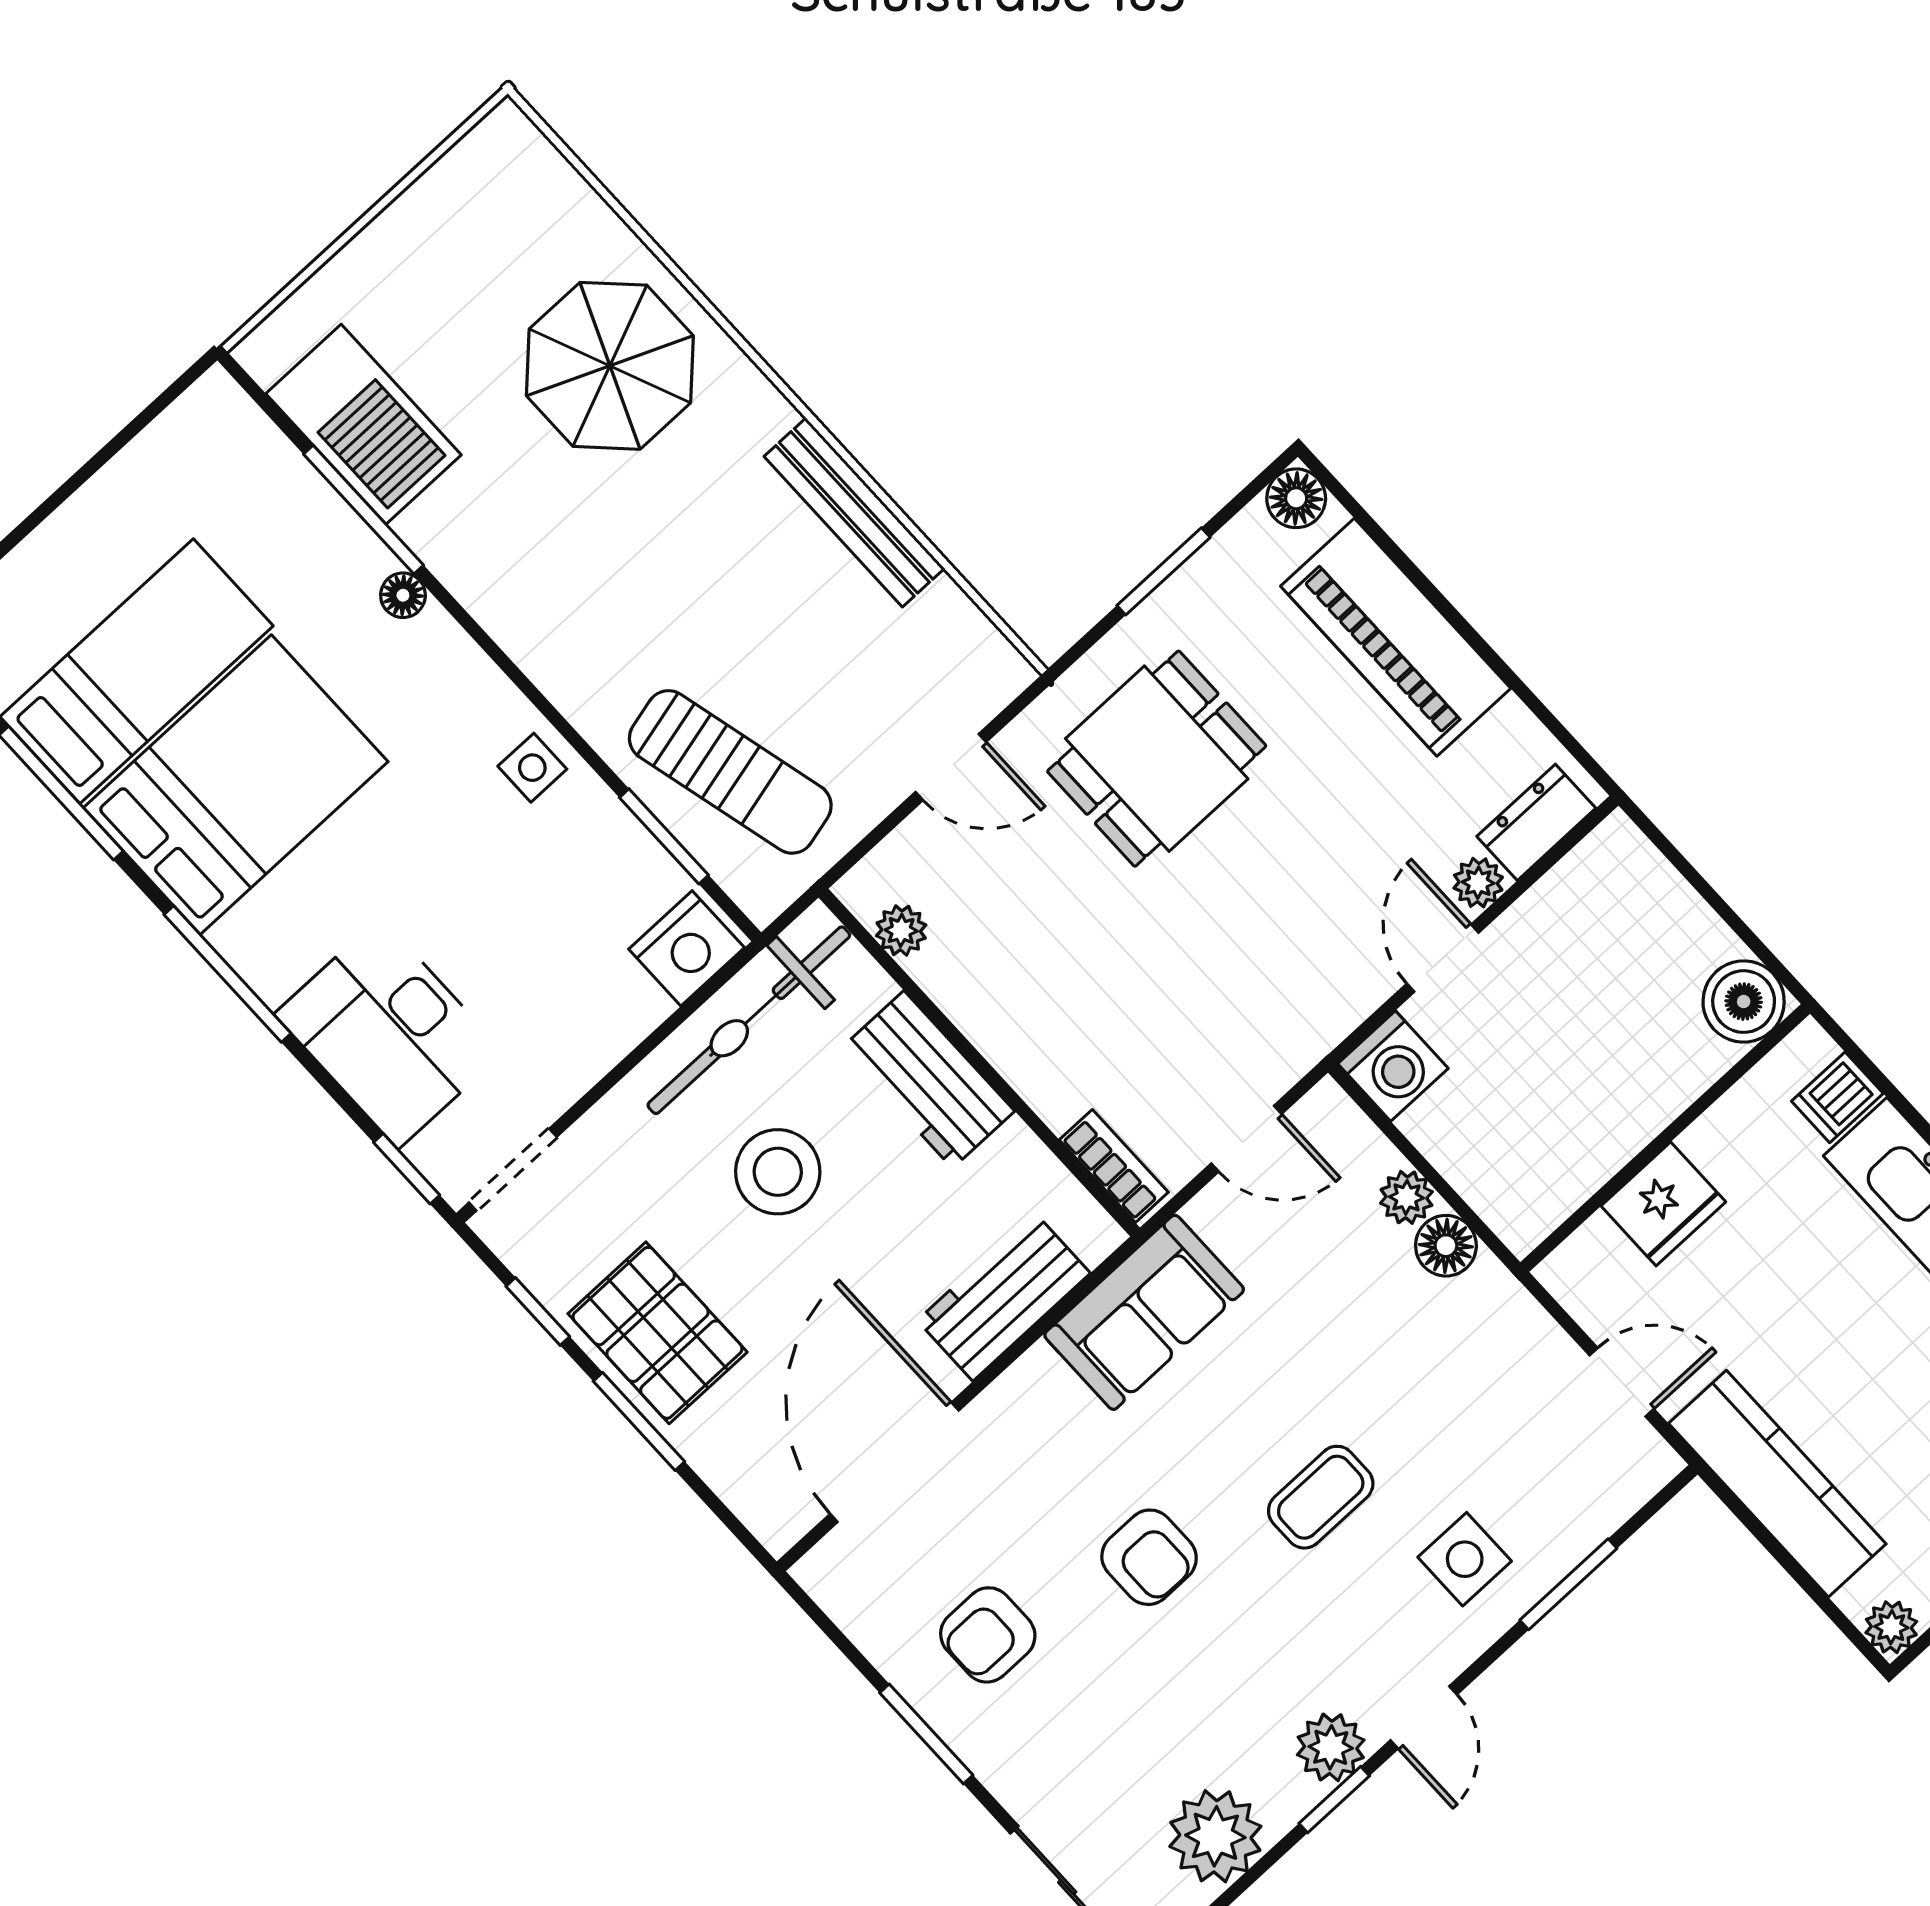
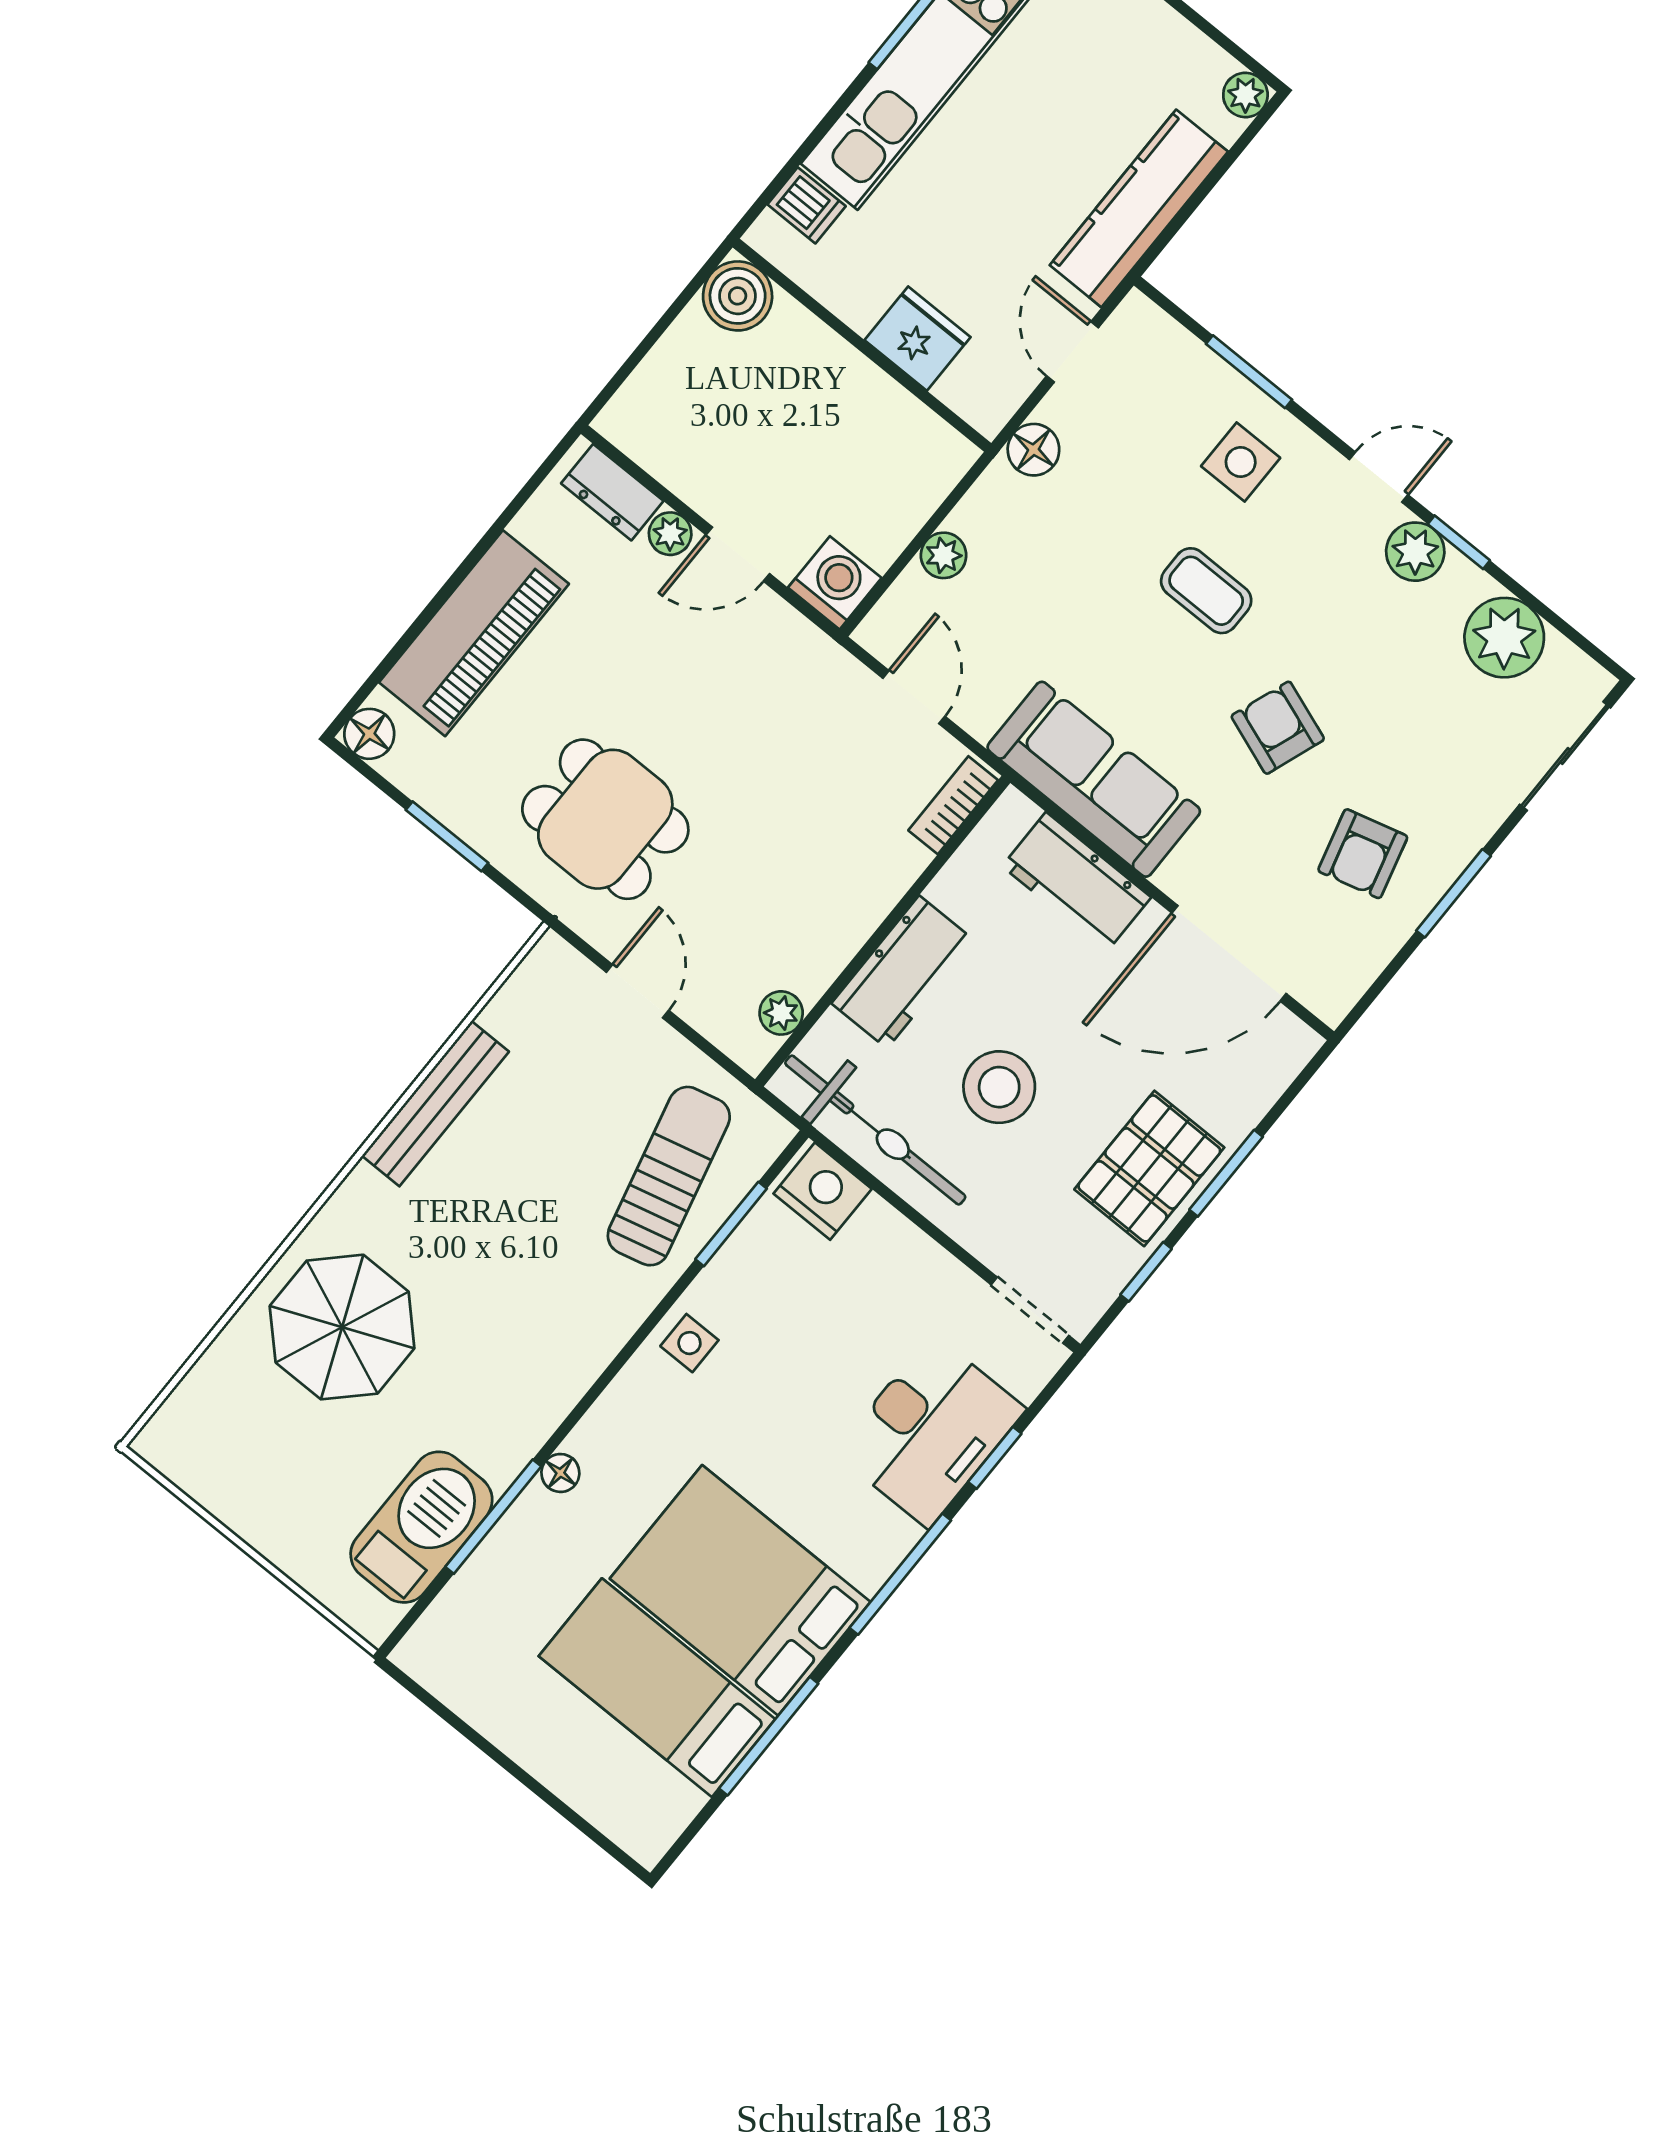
window: (407, 1169) -> (995, 1458), moved
floor lamp: (1446, 1246) -> (1033, 450), moved
sofa: (1144, 1312) -> (1094, 779), width x1.36
armchair: (1149, 1557) -> (1278, 728), turned -70
armchair: (988, 1635) -> (1363, 854), turned 75

